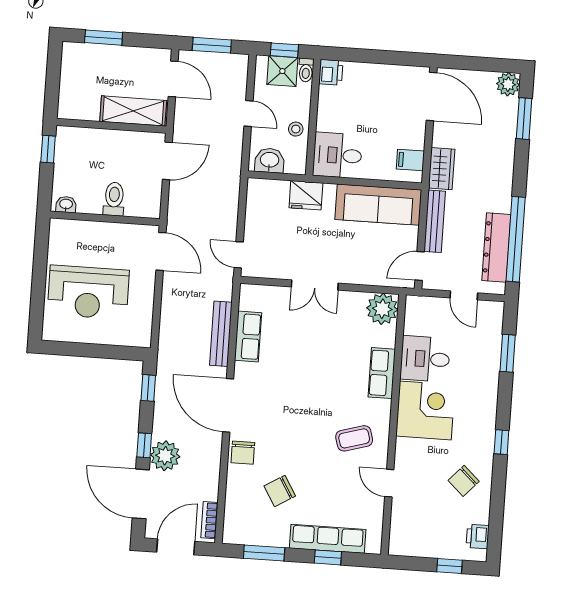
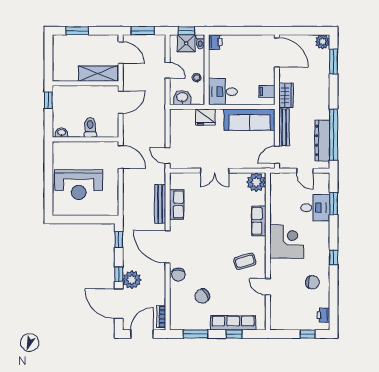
desk: (425, 359) -> (315, 208), moved, turned 180
chair: (464, 481) -> (312, 282), turned -125

